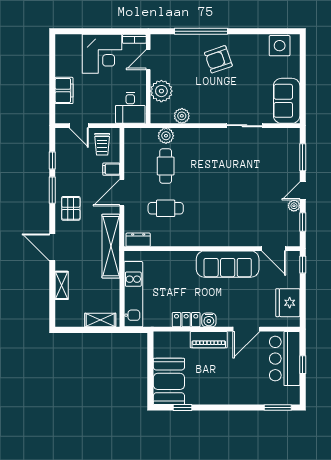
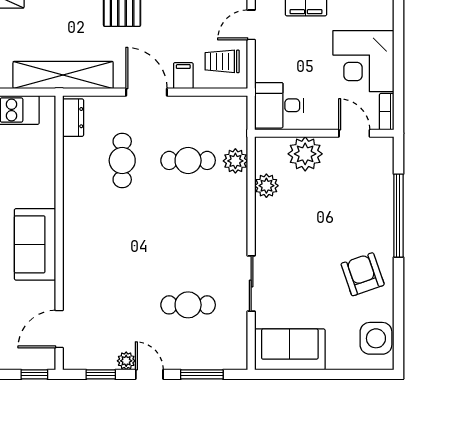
armchair: (218, 59) -> (363, 274), moved
cafe table: (258, 166) -> (188, 305), added
sofa: (228, 264) -> (35, 244), width x0.73

